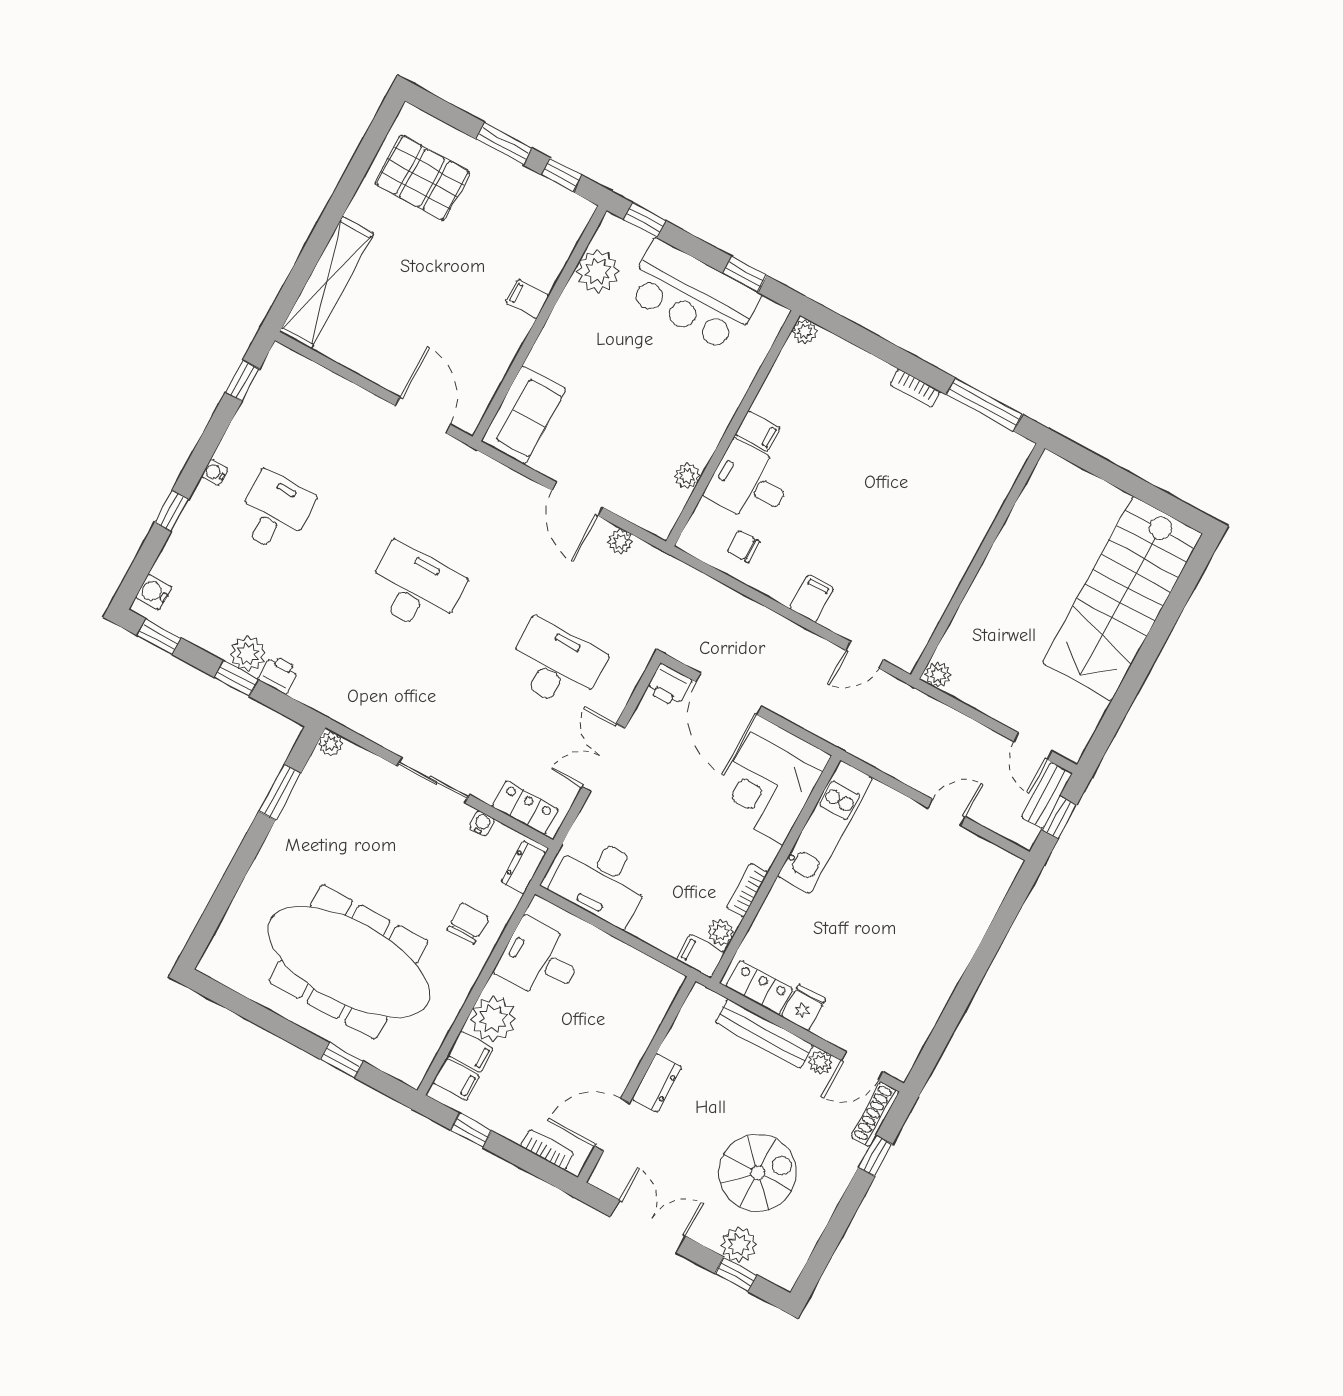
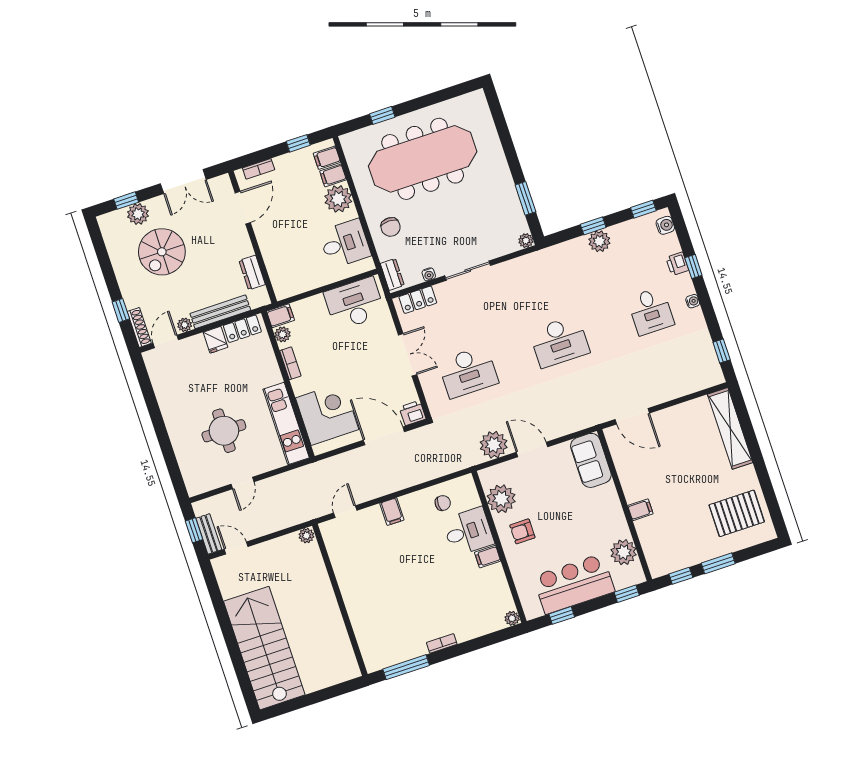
armchair: (687, 418) -> (522, 531), added
plant: (687, 476) -> (501, 499), width x1.88, depth x1.88
plant: (620, 542) -> (494, 445), width x1.88, depth x1.88
printer: (279, 674) -> (677, 264), moved, turned 90
round table: (904, 894) -> (224, 431), added
dresser: (657, 1083) -> (252, 273), moved

